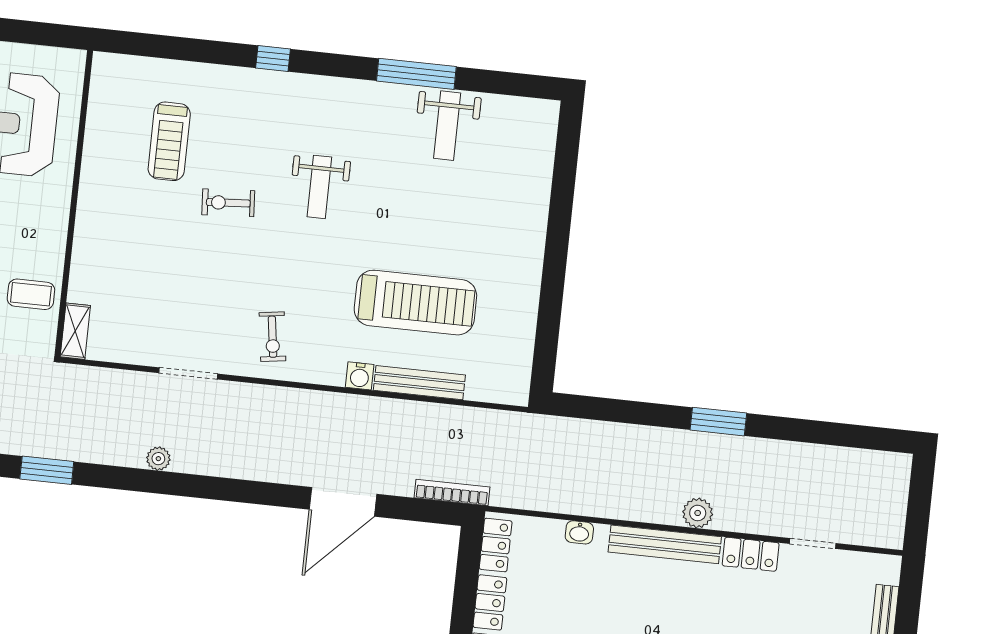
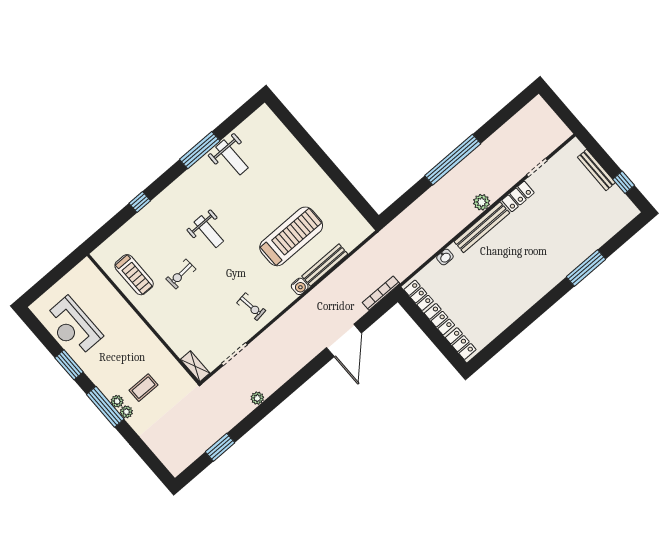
wall: (74, 203) -> (143, 319), moved
shelving: (75, 331) -> (195, 366), moved
window: (718, 422) -> (453, 160), width x2.11

